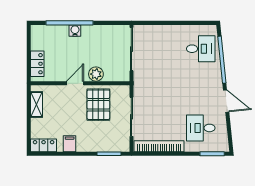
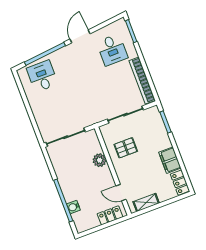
water cooler: (75, 31) -> (73, 207), moved
door: (75, 83) -> (121, 193), moved
pallet: (98, 105) -> (126, 148), width x0.67, depth x0.71
filing cabinet: (70, 144) -> (170, 160), width x2.00

